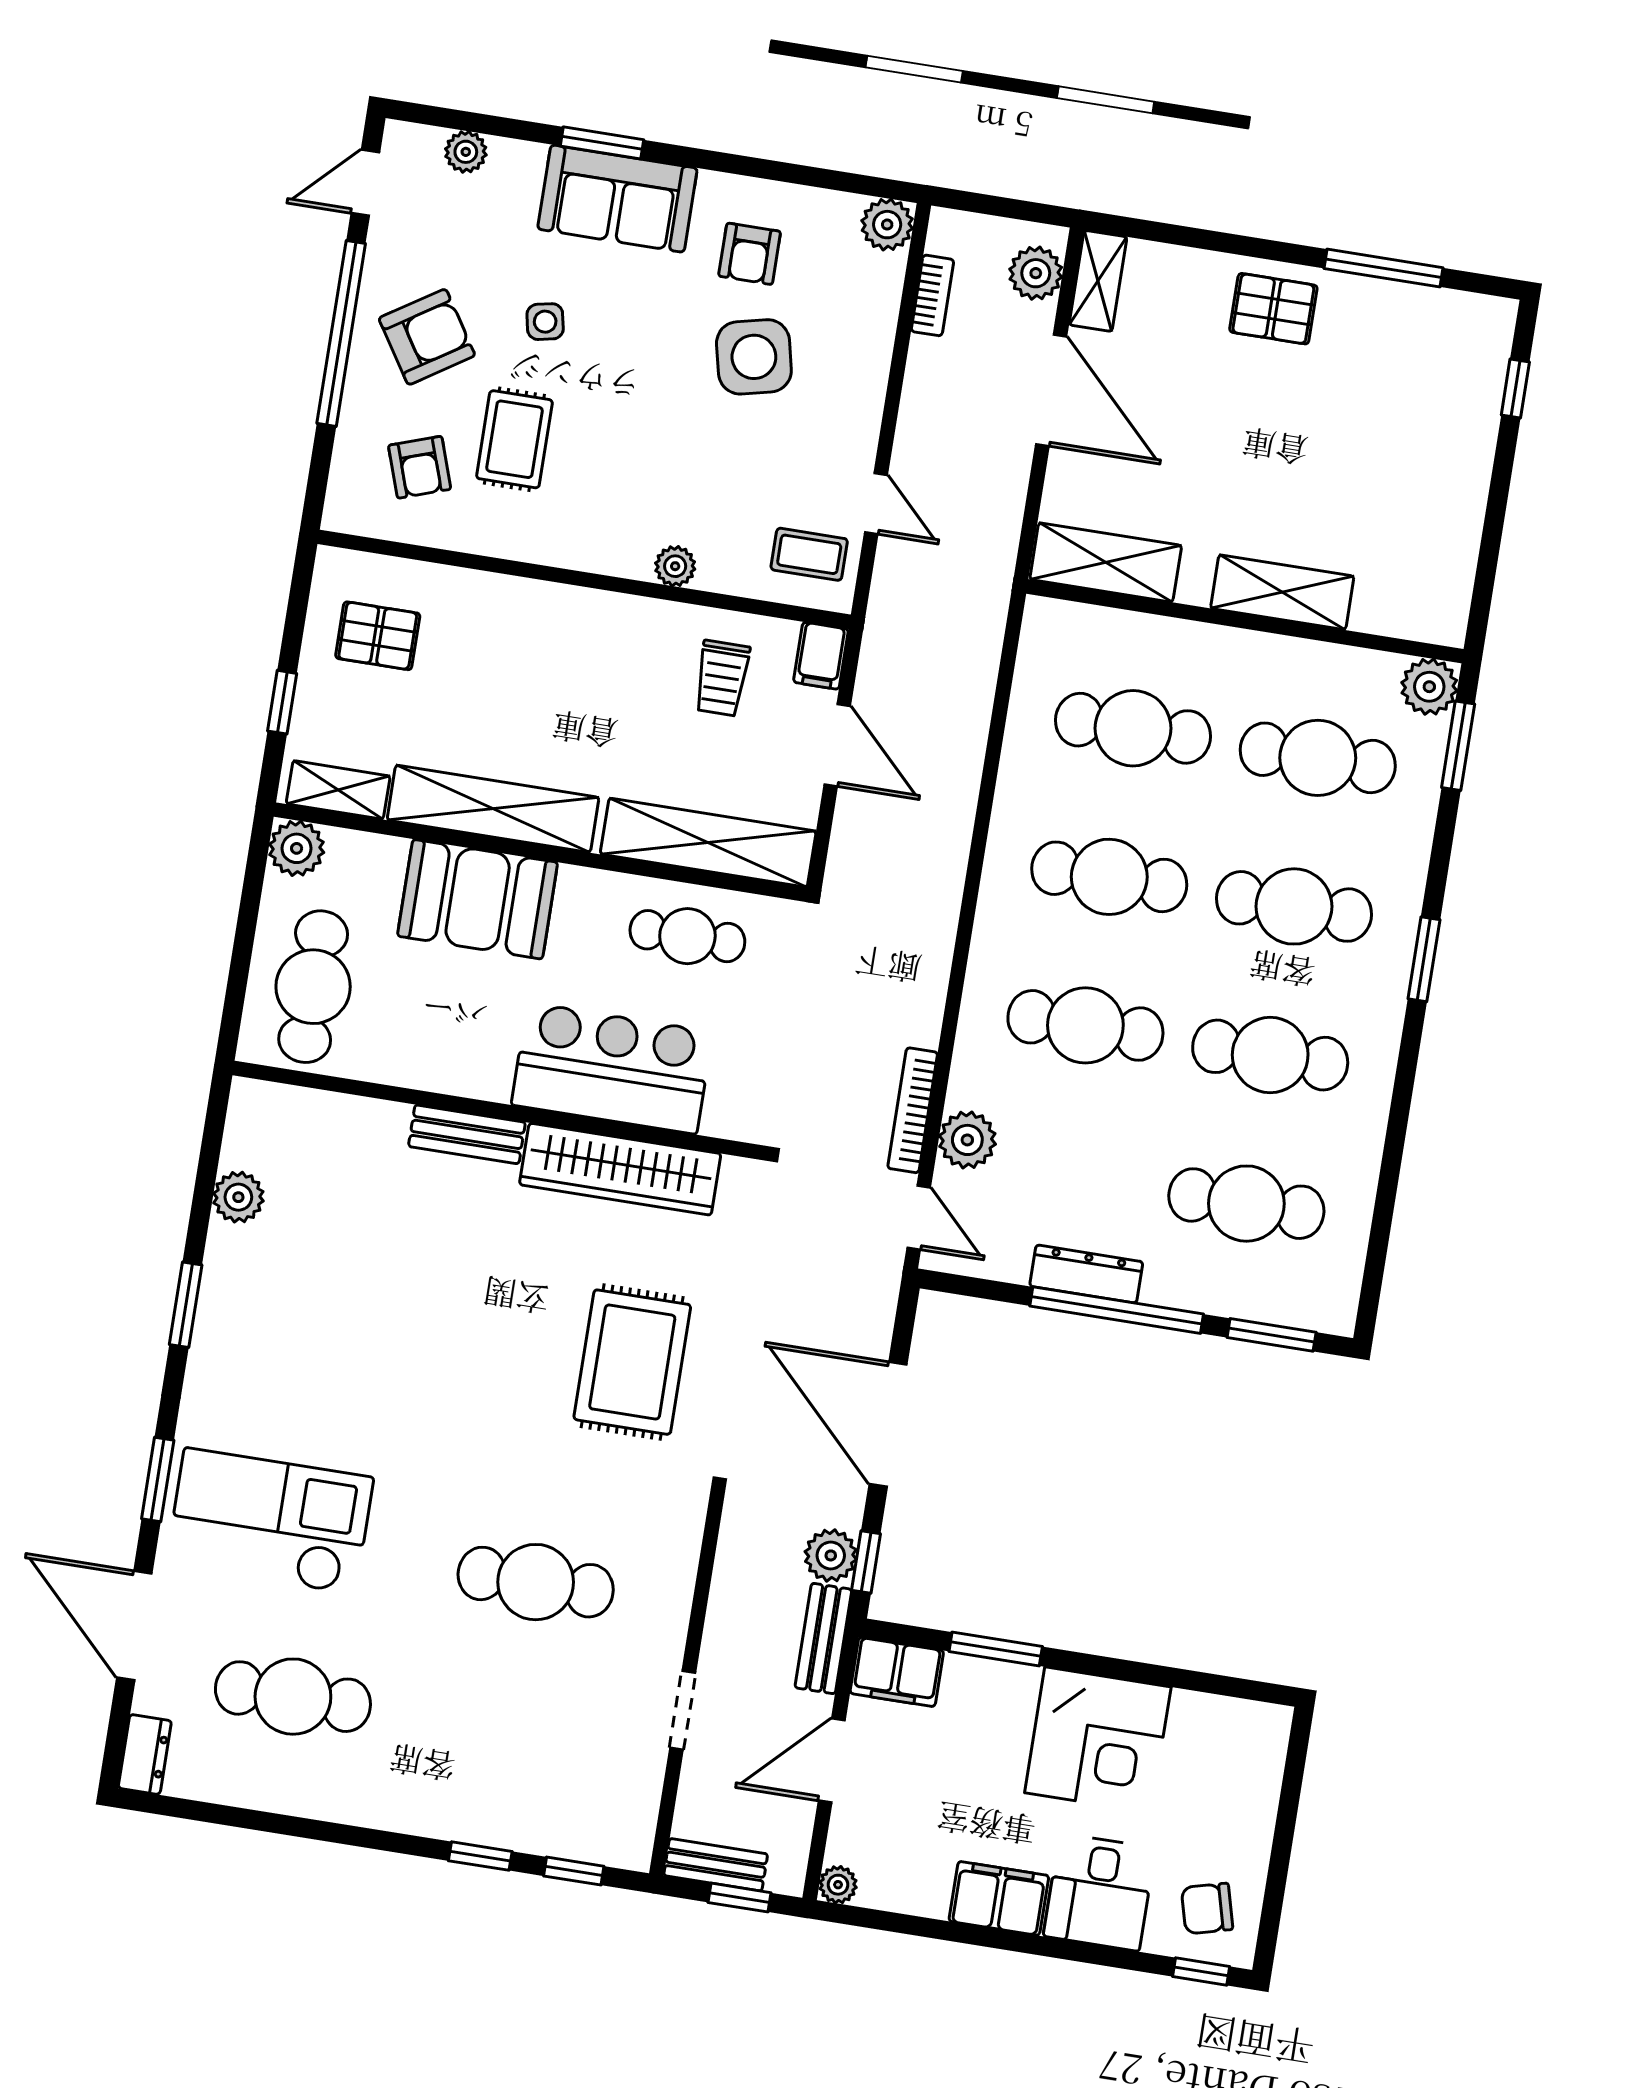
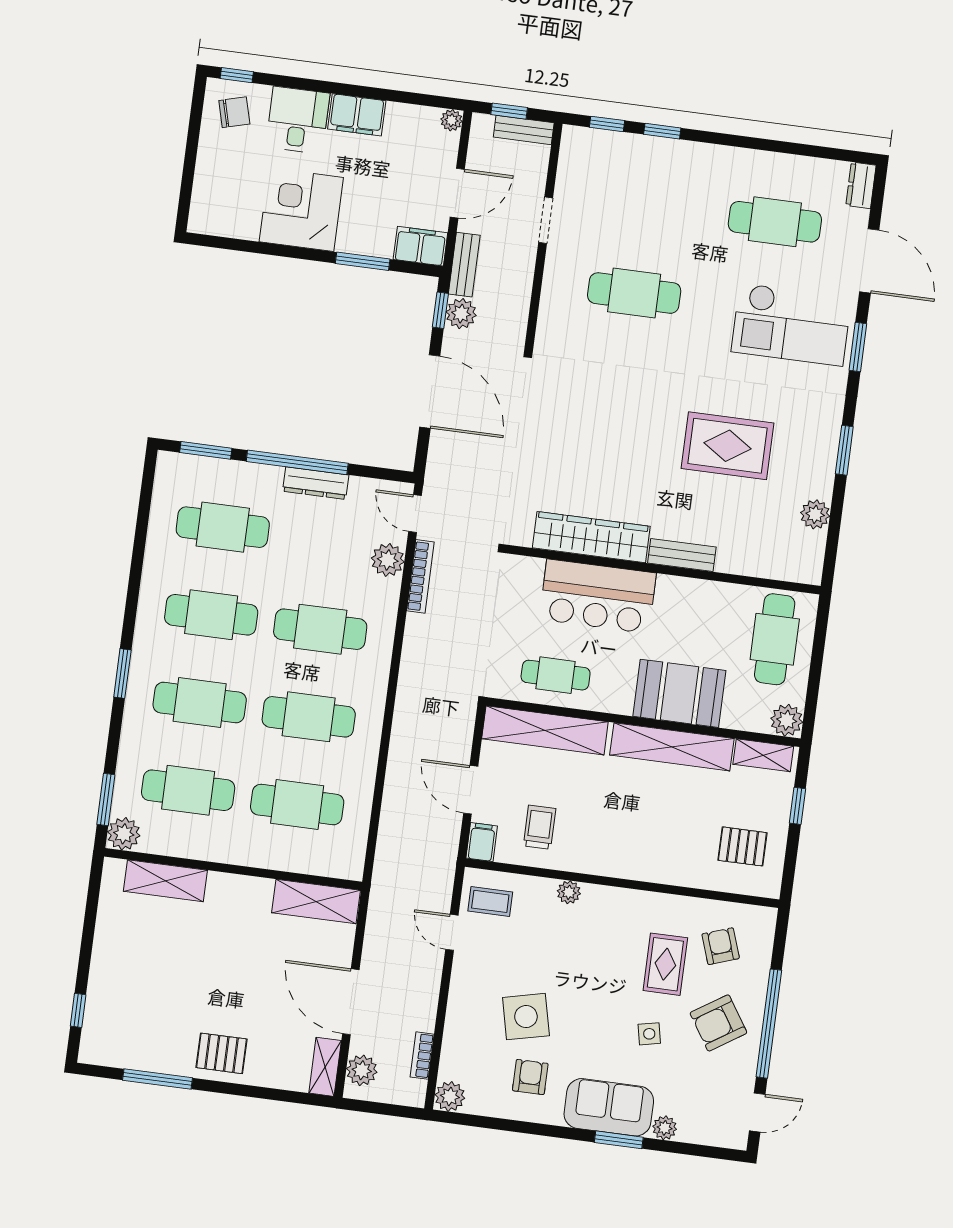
plant: (466, 152) -> (665, 1128), moved
shelving: (1282, 592) -> (165, 881), moved
rug: (632, 1362) -> (728, 446), moved, turned 90

